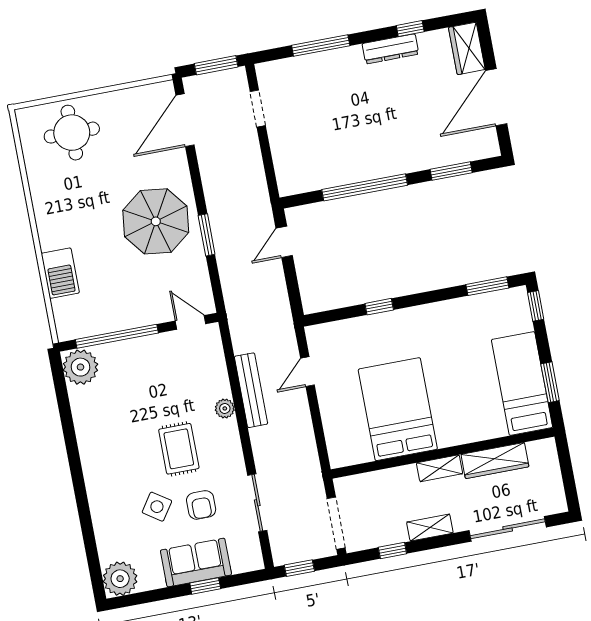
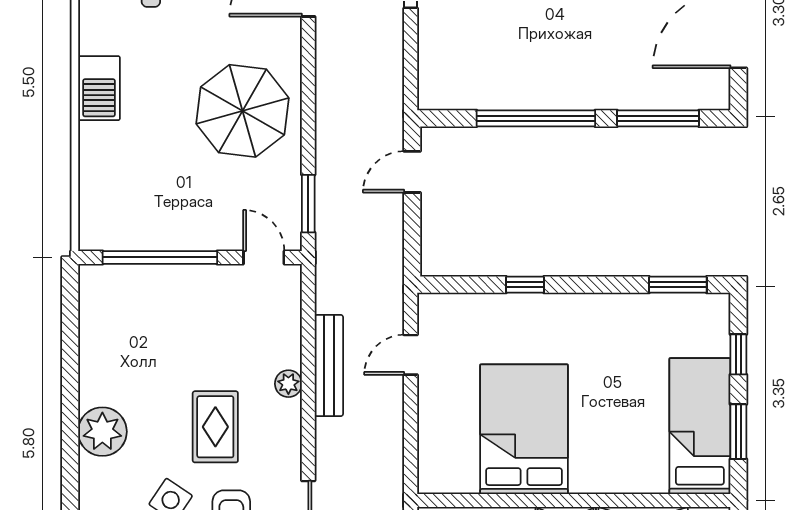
window: (451, 171) -> (658, 118), width x1.44
window: (207, 235) -> (308, 204), moved
barbecue: (60, 273) -> (99, 88), moved
window: (536, 306) -> (738, 354), moved
plant: (80, 367) -> (102, 432), moved

